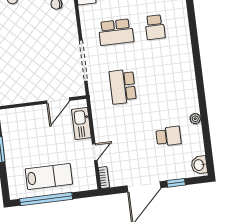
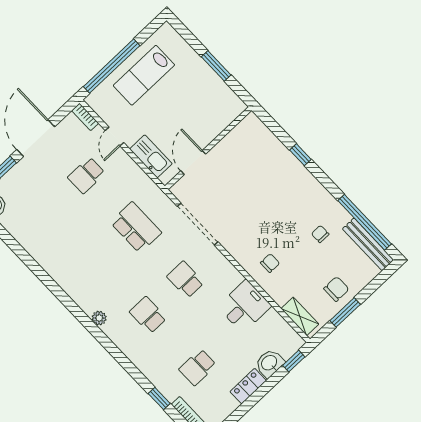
school desk: (116, 32) -> (185, 280), width x0.54
plant: (195, 119) -> (99, 318), moved
school desk: (168, 136) -> (86, 175), moved
window: (46, 199) -> (112, 66), moved

